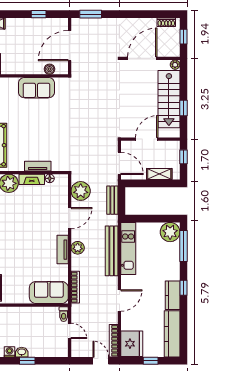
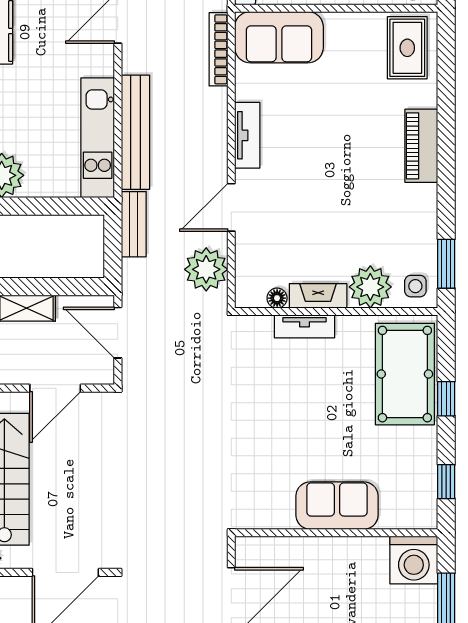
boiler: (50, 69) -> (277, 548), removed
sofa: (36, 88) -> (337, 506), moved
bench: (112, 200) -> (134, 224), moved
plant: (78, 248) -> (213, 139), removed

